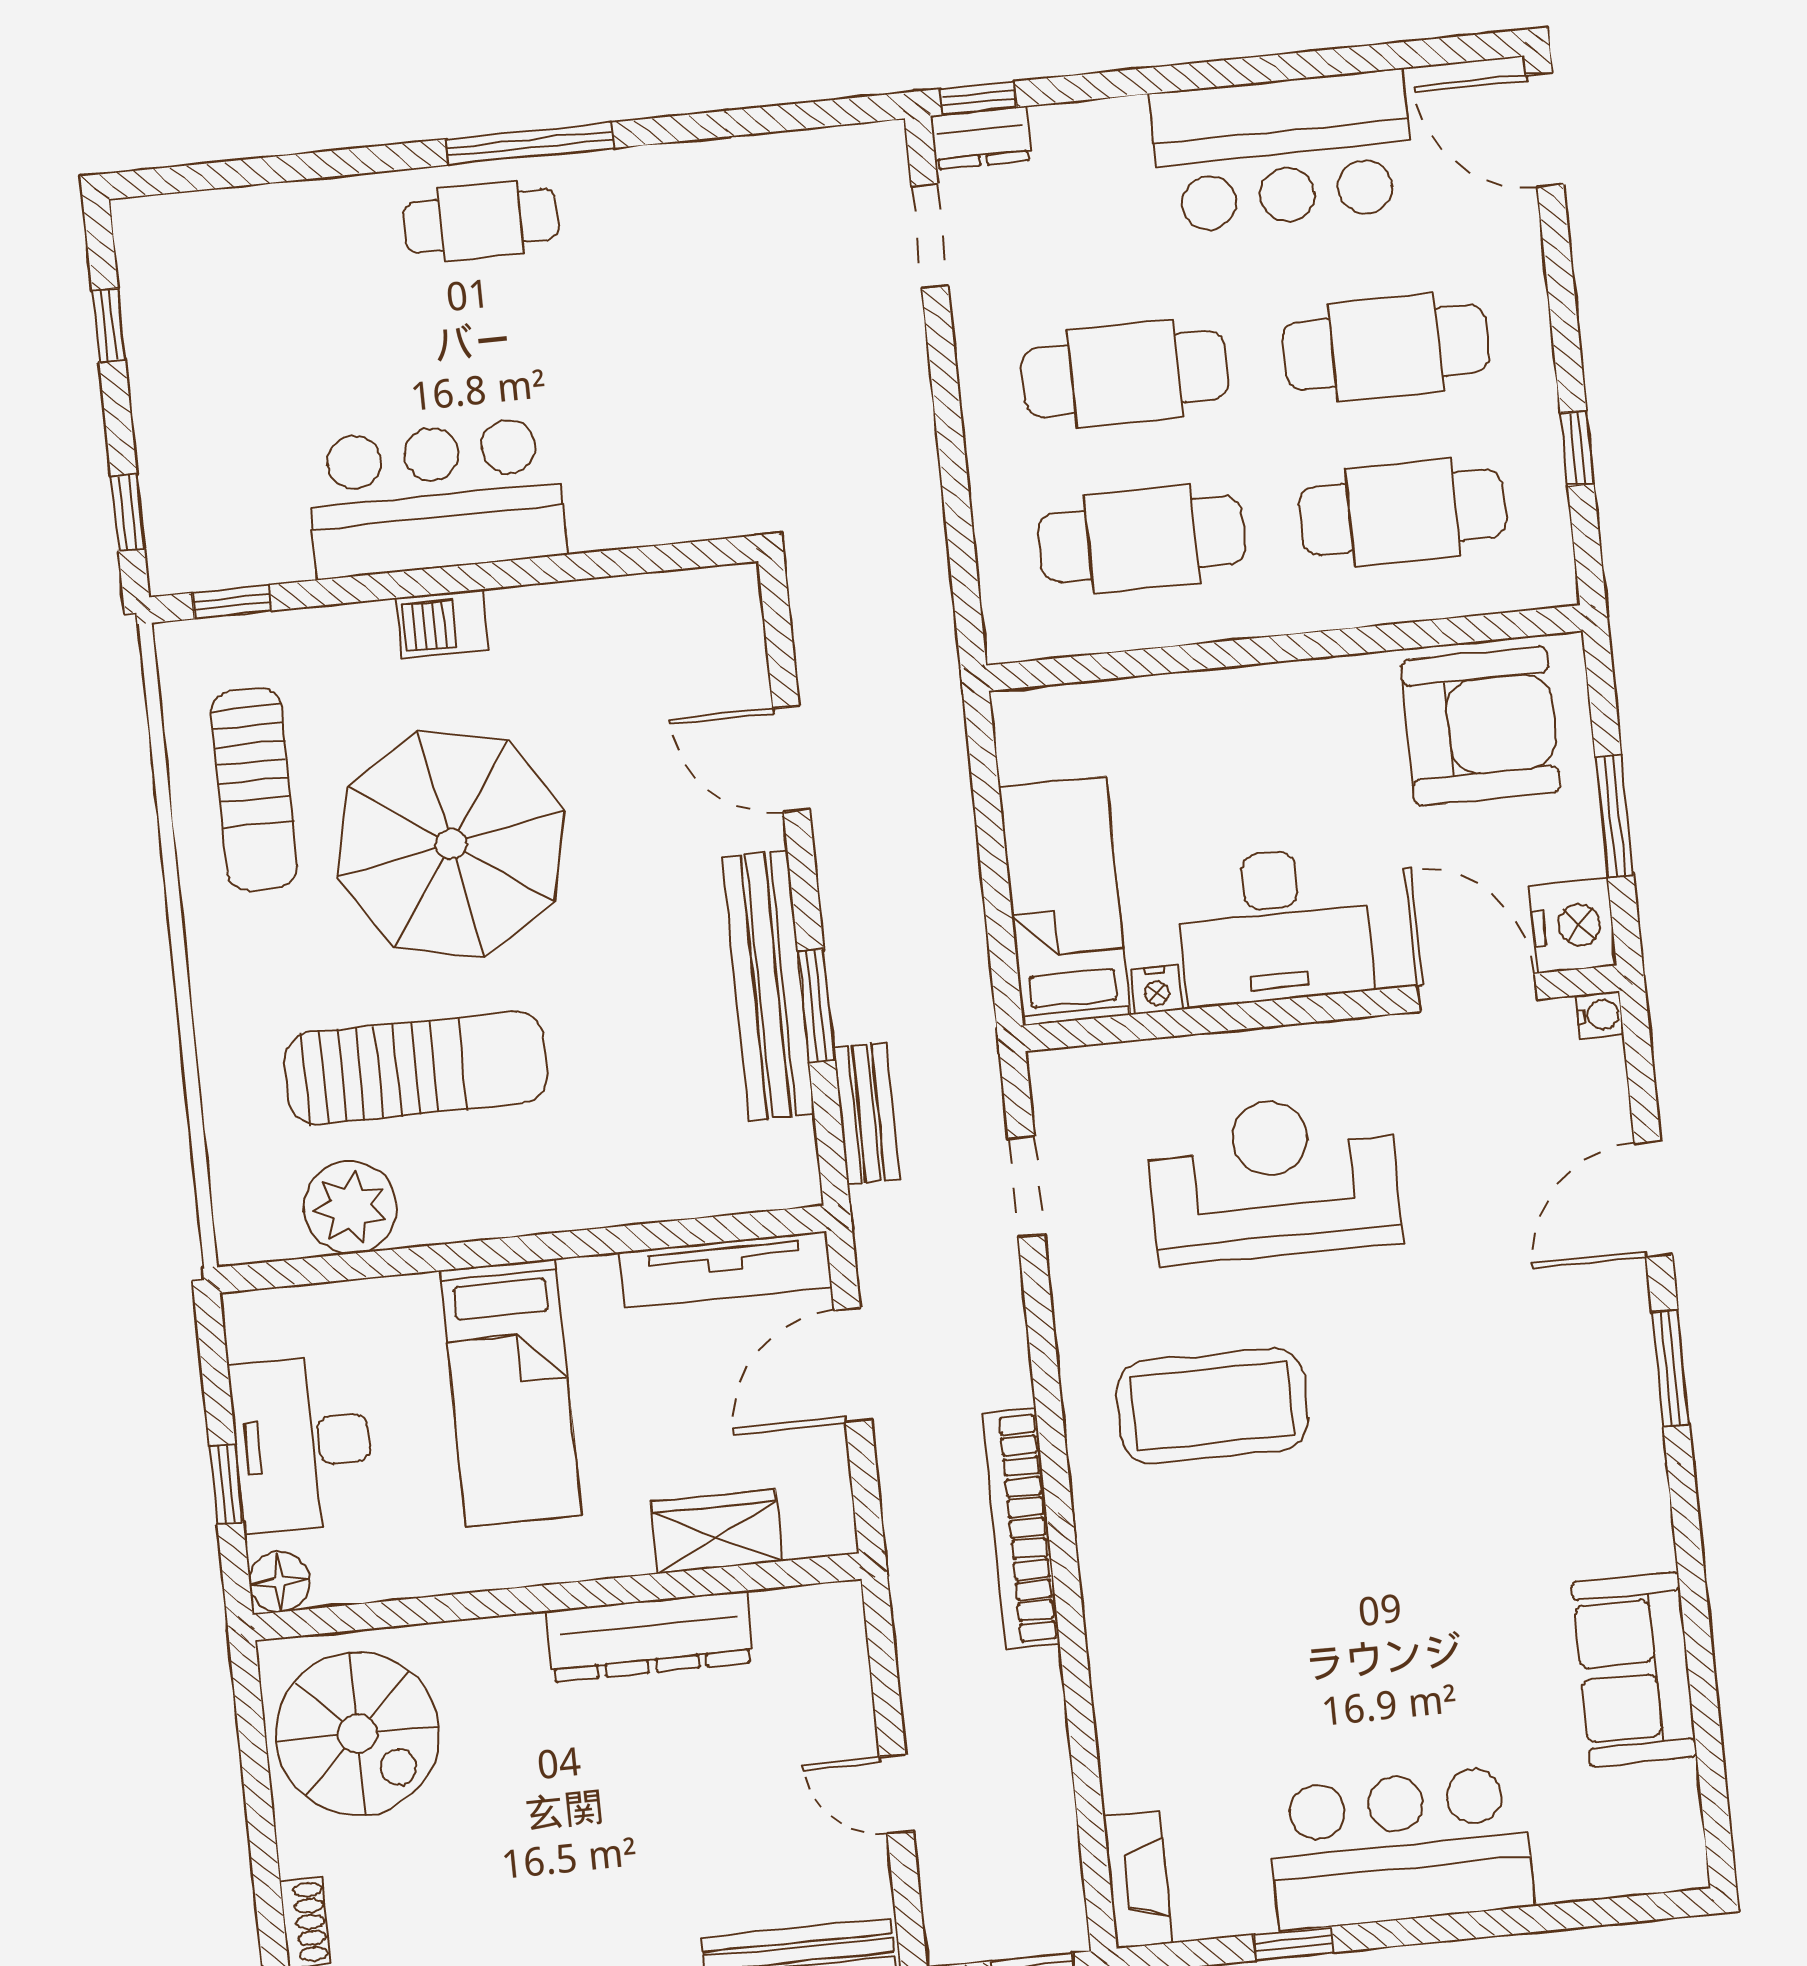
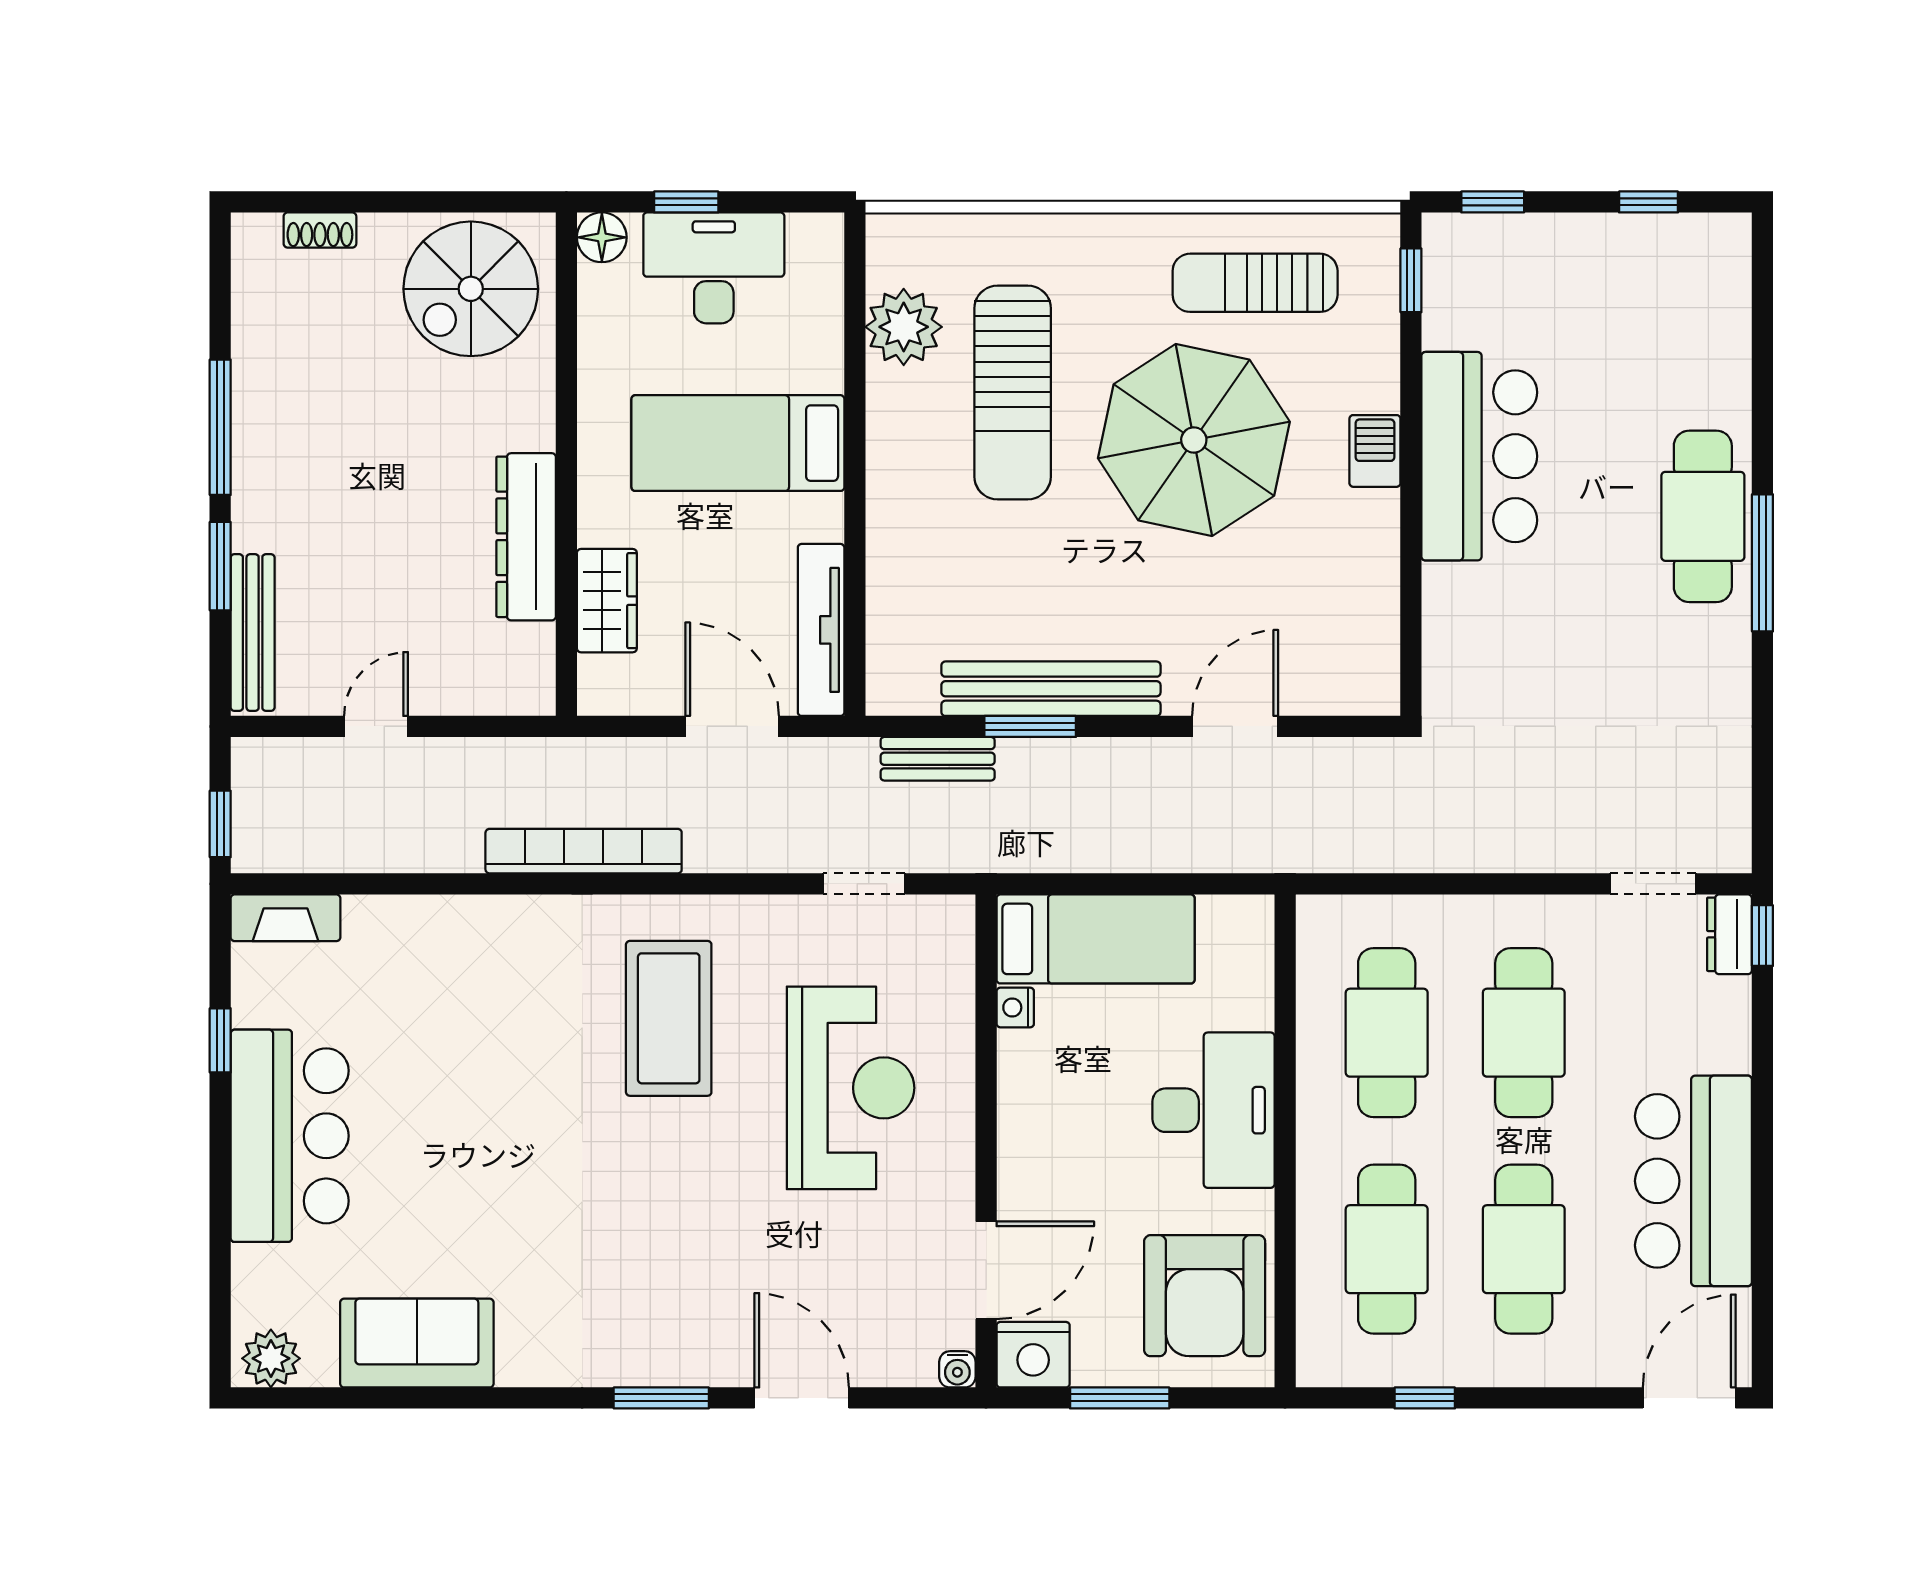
cafe table: (481, 221) -> (1703, 516), width x1.37, depth x1.35
desk: (1274, 926) -> (1213, 1110), moved, turned 180
plant: (1671, 1843) -> (271, 1358), added

